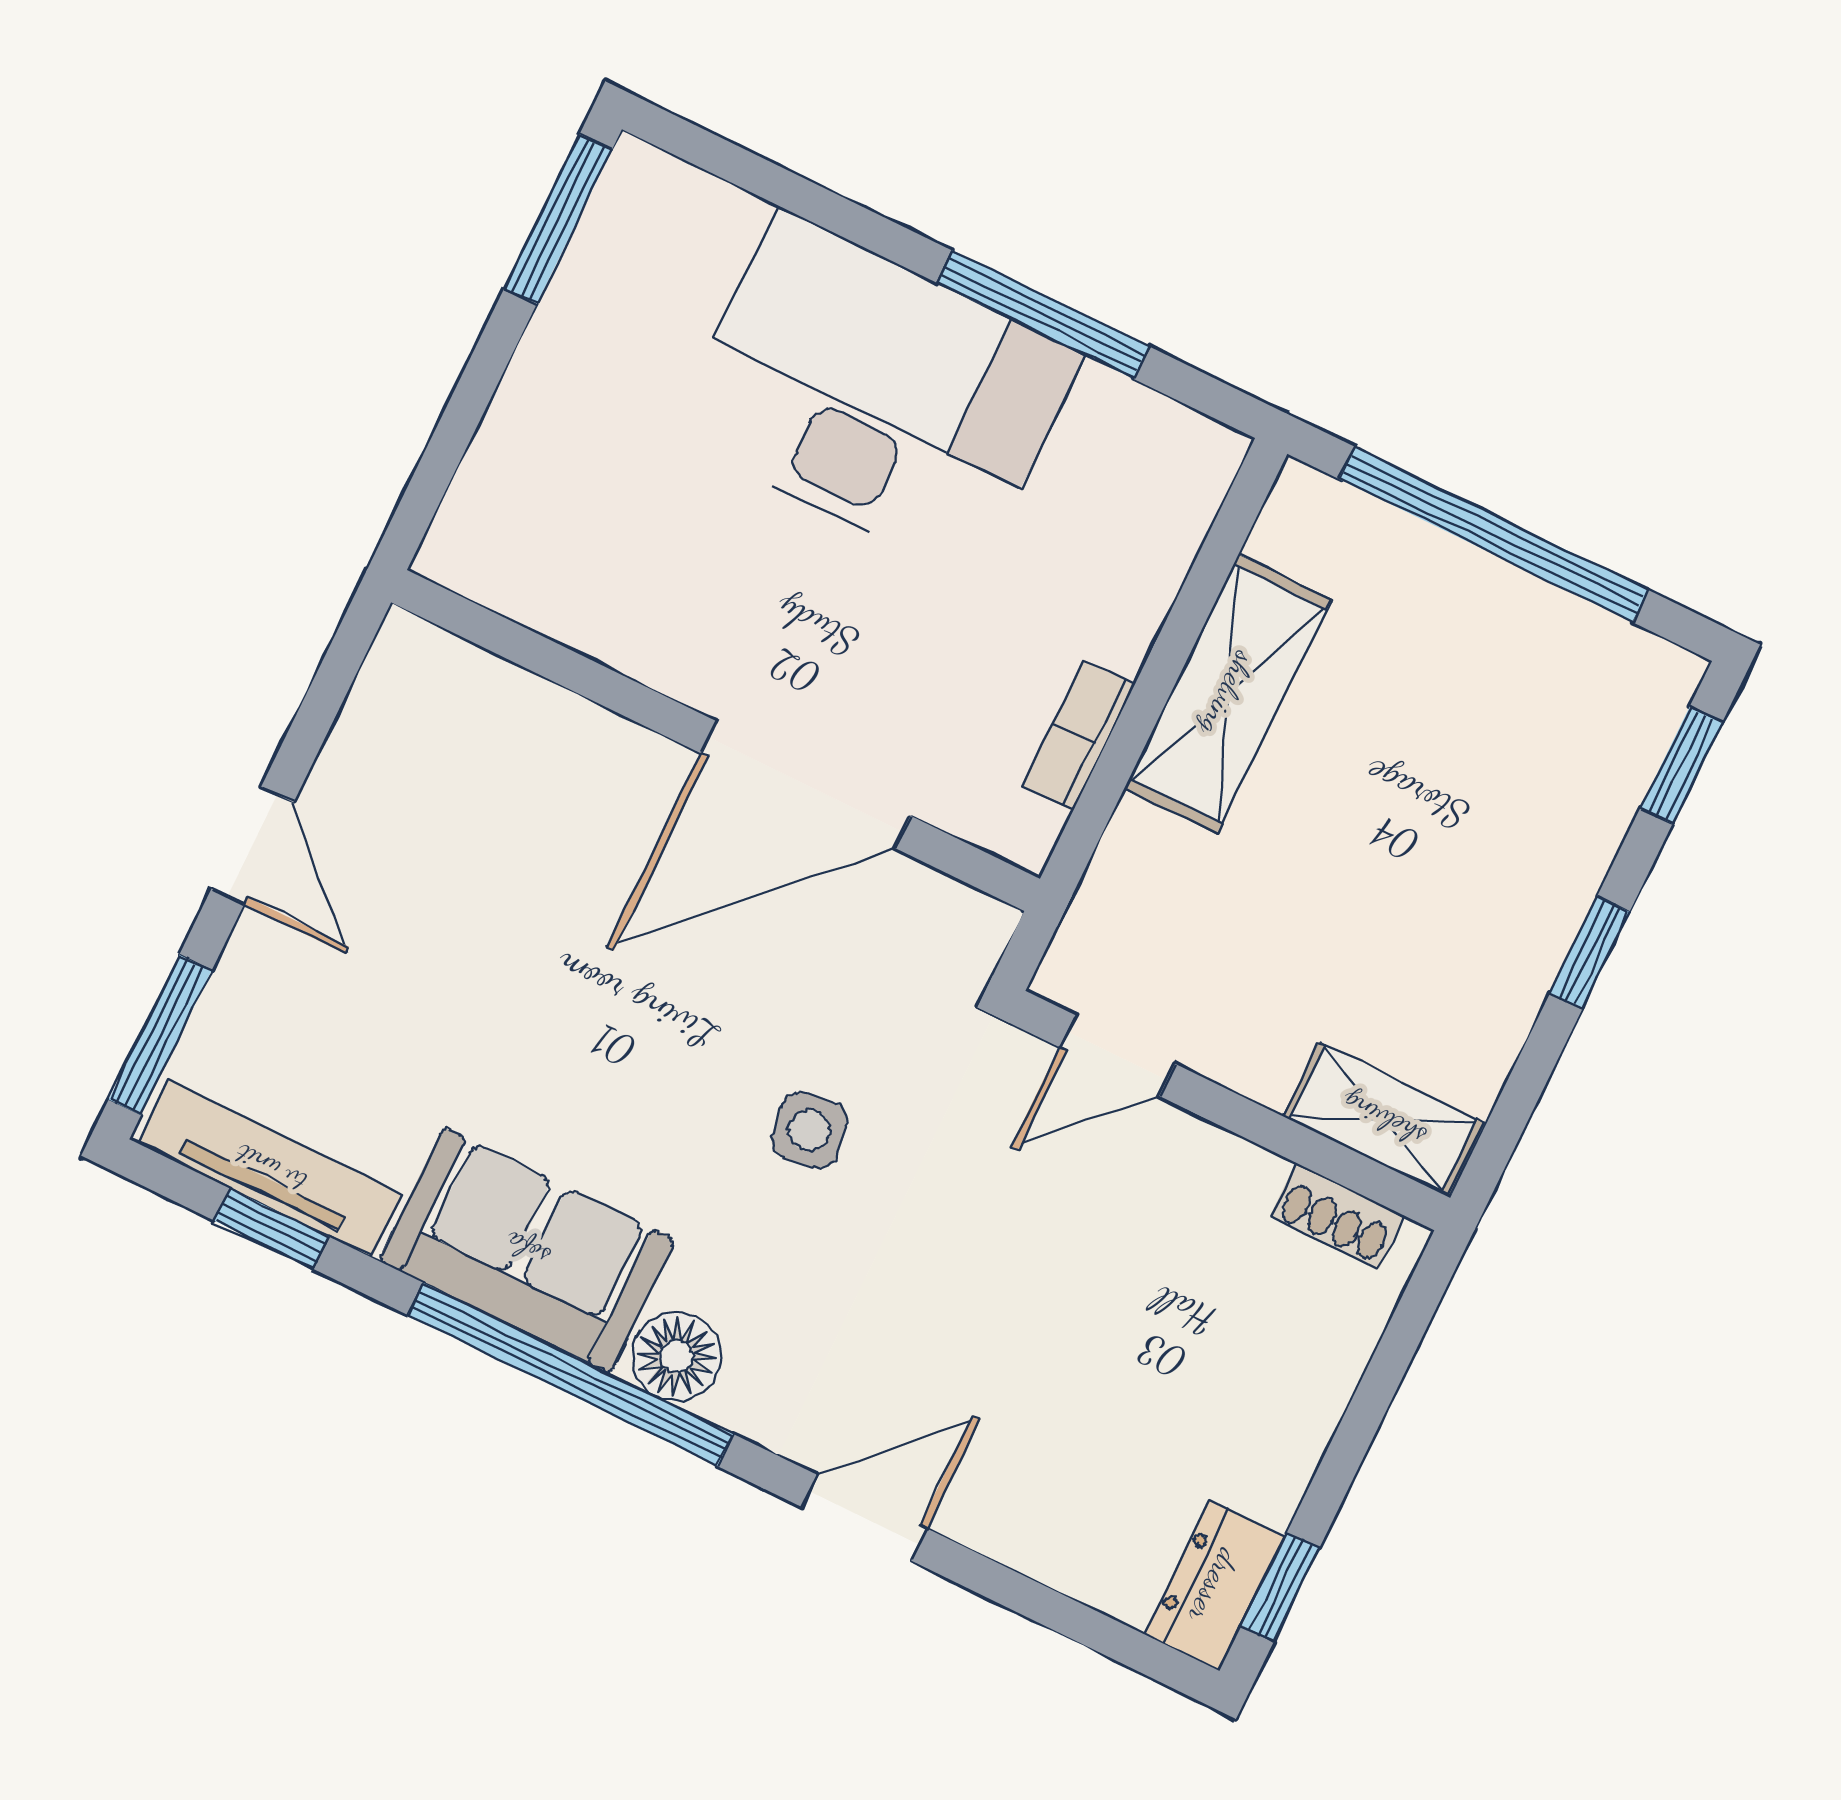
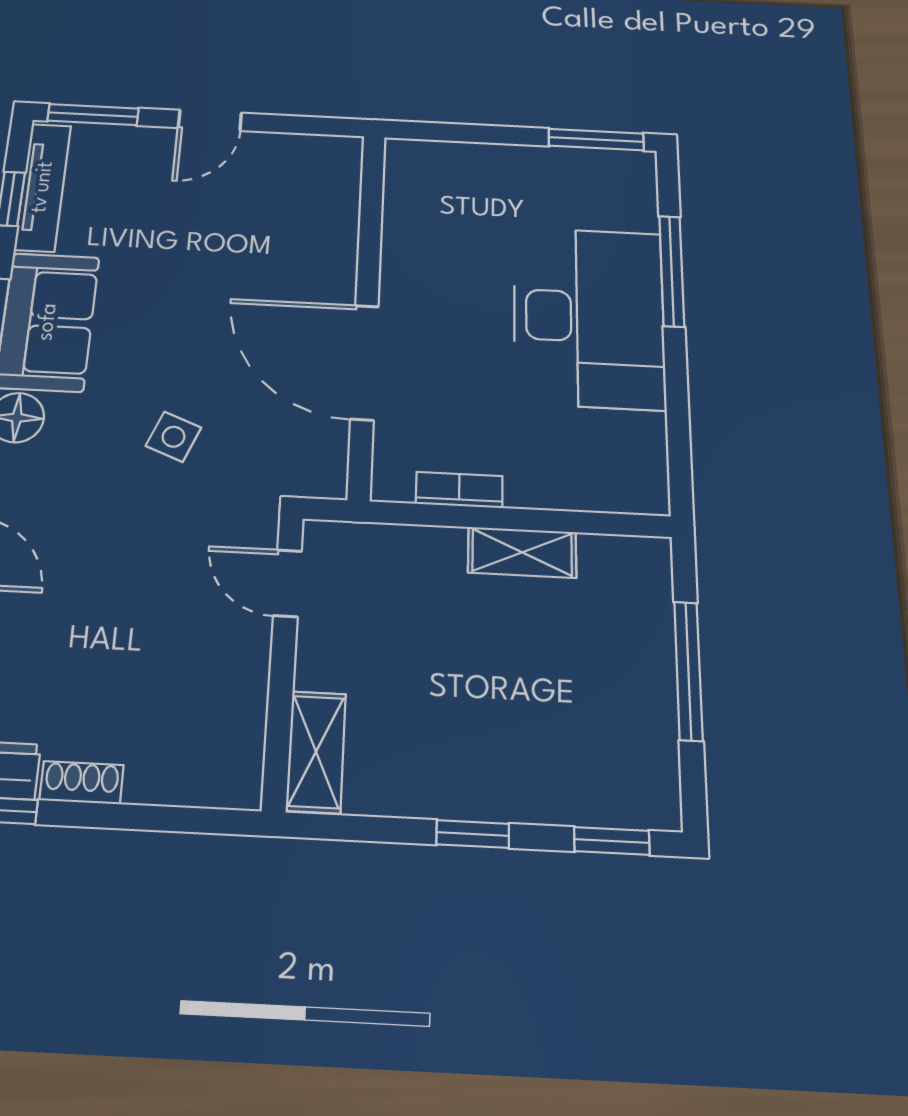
window: (1043, 315) -> (672, 271), moved
window: (1494, 535) -> (688, 671), width x0.68
shelving: (1228, 694) -> (522, 552), width x0.67, depth x0.75
side table: (809, 1130) -> (174, 437), turned 30
shoe rack: (1338, 1216) -> (82, 783), moved, turned 90

